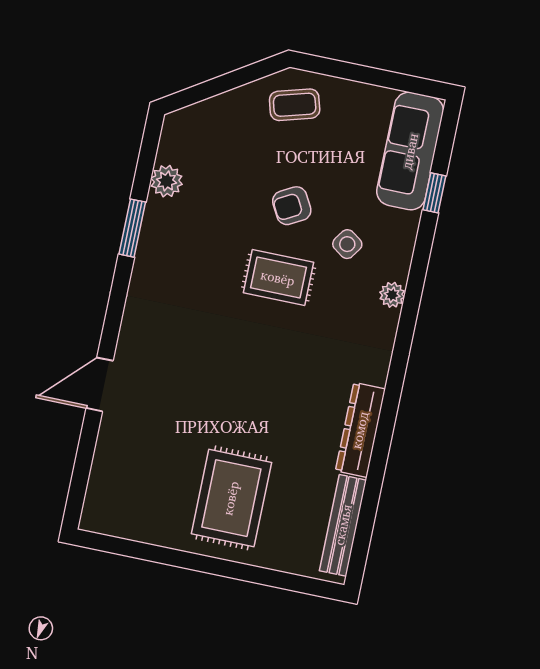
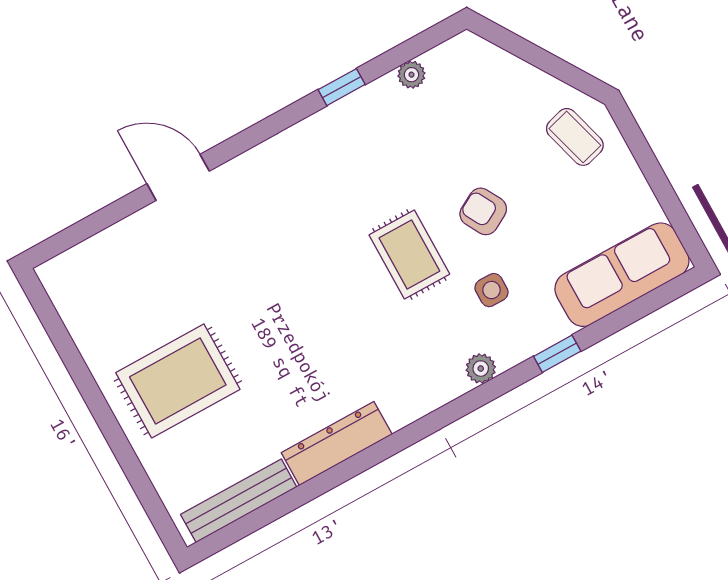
plant: (167, 181) -> (411, 75), width x0.73, depth x0.73
window: (434, 193) -> (557, 354), moved
window: (132, 228) -> (342, 87), width x0.67
side table: (347, 244) -> (492, 290), turned -35

